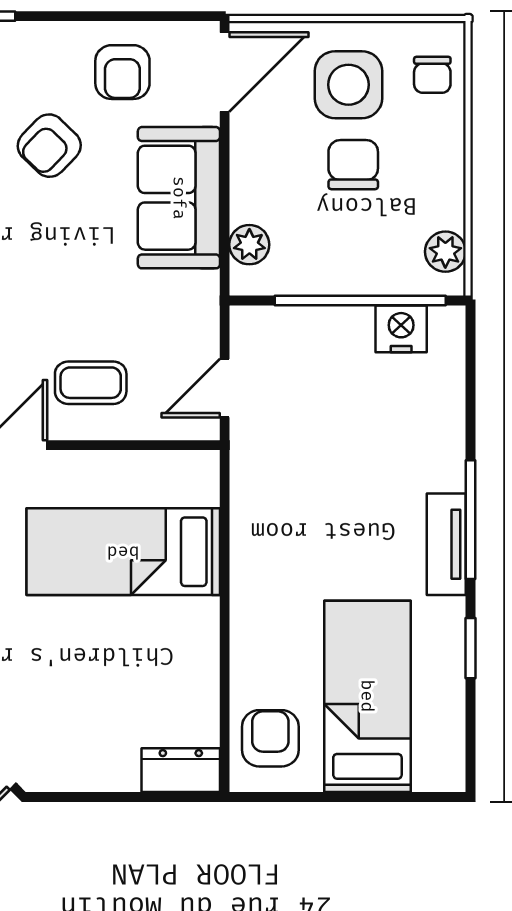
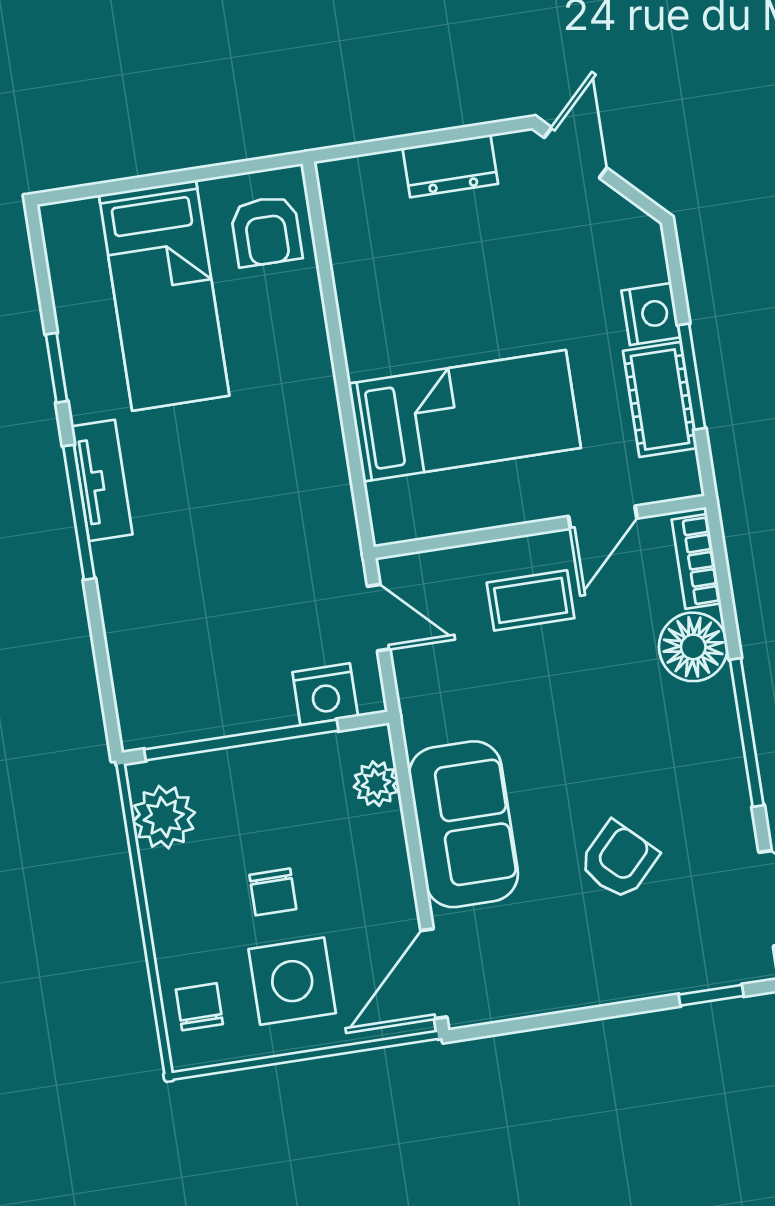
armchair: (122, 72) -> (549, 956), removed
chair: (353, 165) -> (273, 892), width x0.73, depth x0.73
plant: (445, 252) -> (164, 817), width x1.38, depth x1.38
nightstand: (401, 329) -> (325, 694), moved
door: (225, 388) -> (379, 618), hinge flipped
dresser: (181, 770) -> (450, 166), moved

